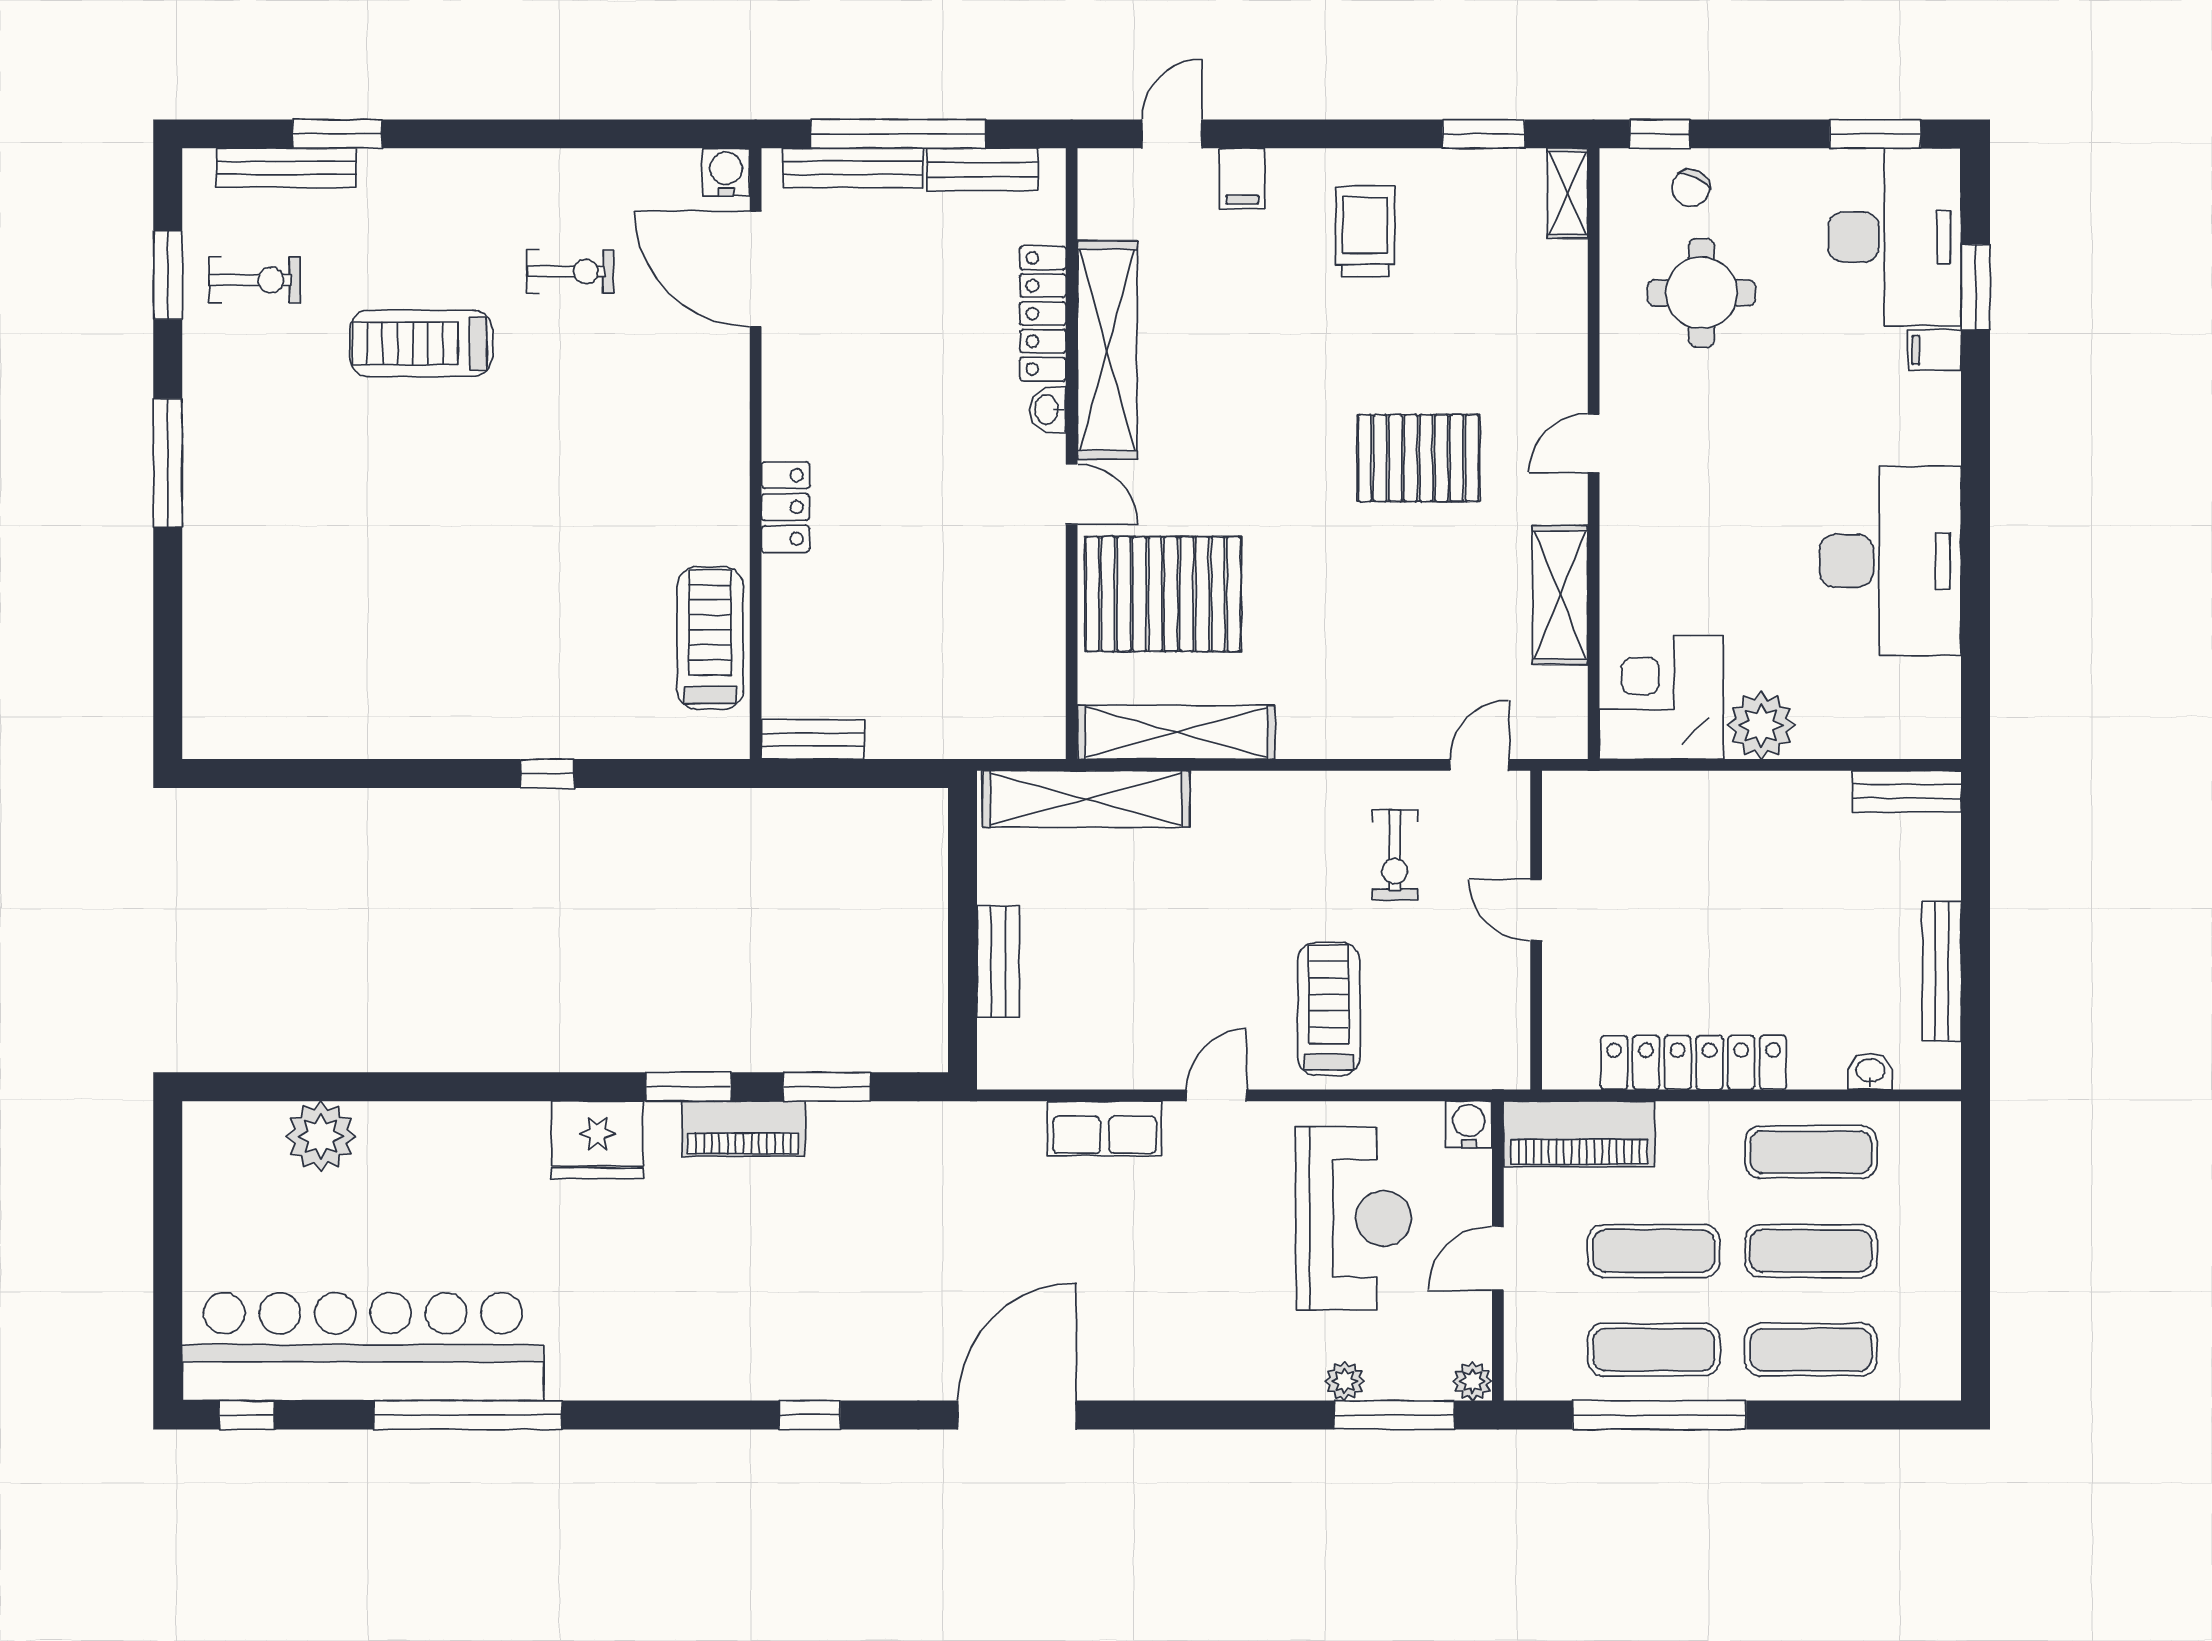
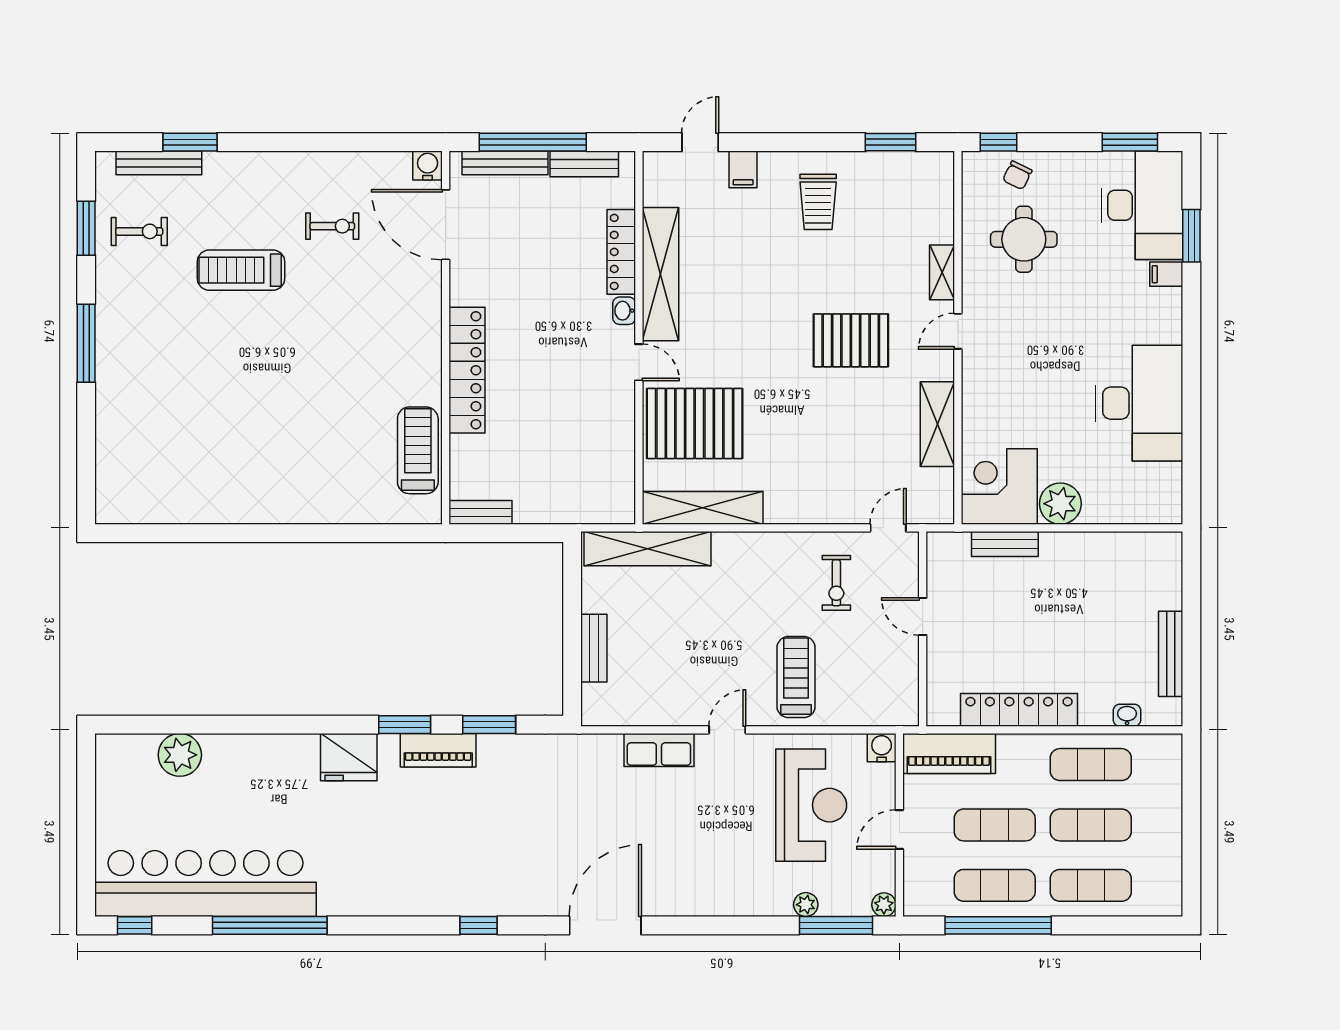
shelving: (1568, 193) -> (942, 272), moved
trolley: (1365, 232) -> (818, 202), turned 180
locker: (786, 507) -> (467, 370), width x2.16, depth x1.21
window: (547, 774) -> (318, 533), removed
bench: (1907, 791) -> (1005, 544), moved

